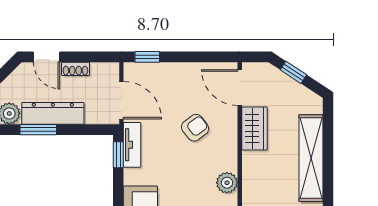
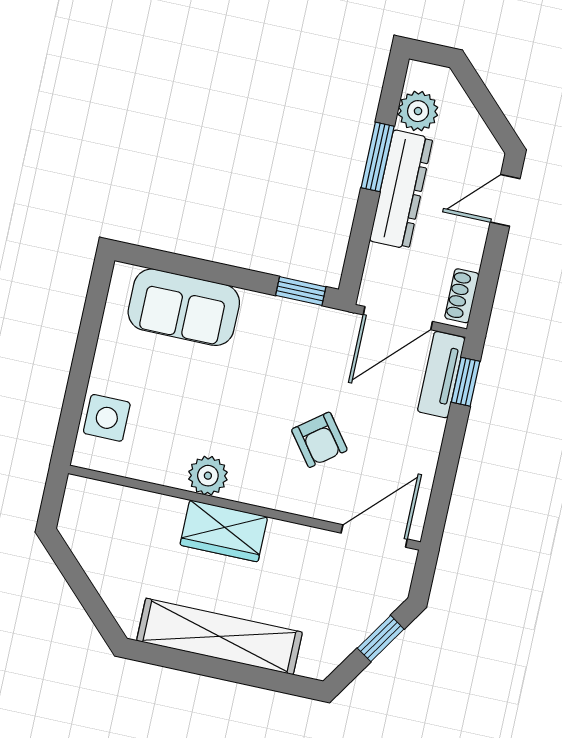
shoe rack: (75, 69) -> (462, 296), moved
wardrobe: (254, 129) -> (224, 531), moved
tv unit: (132, 145) -> (441, 375), moved, turned 90

